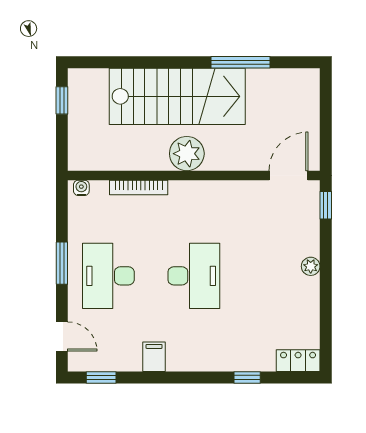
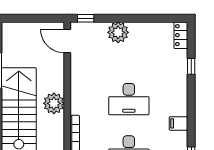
plant: (311, 266) -> (118, 32), width x1.88, depth x1.88
desk: (194, 276) -> (129, 99), turned 180

